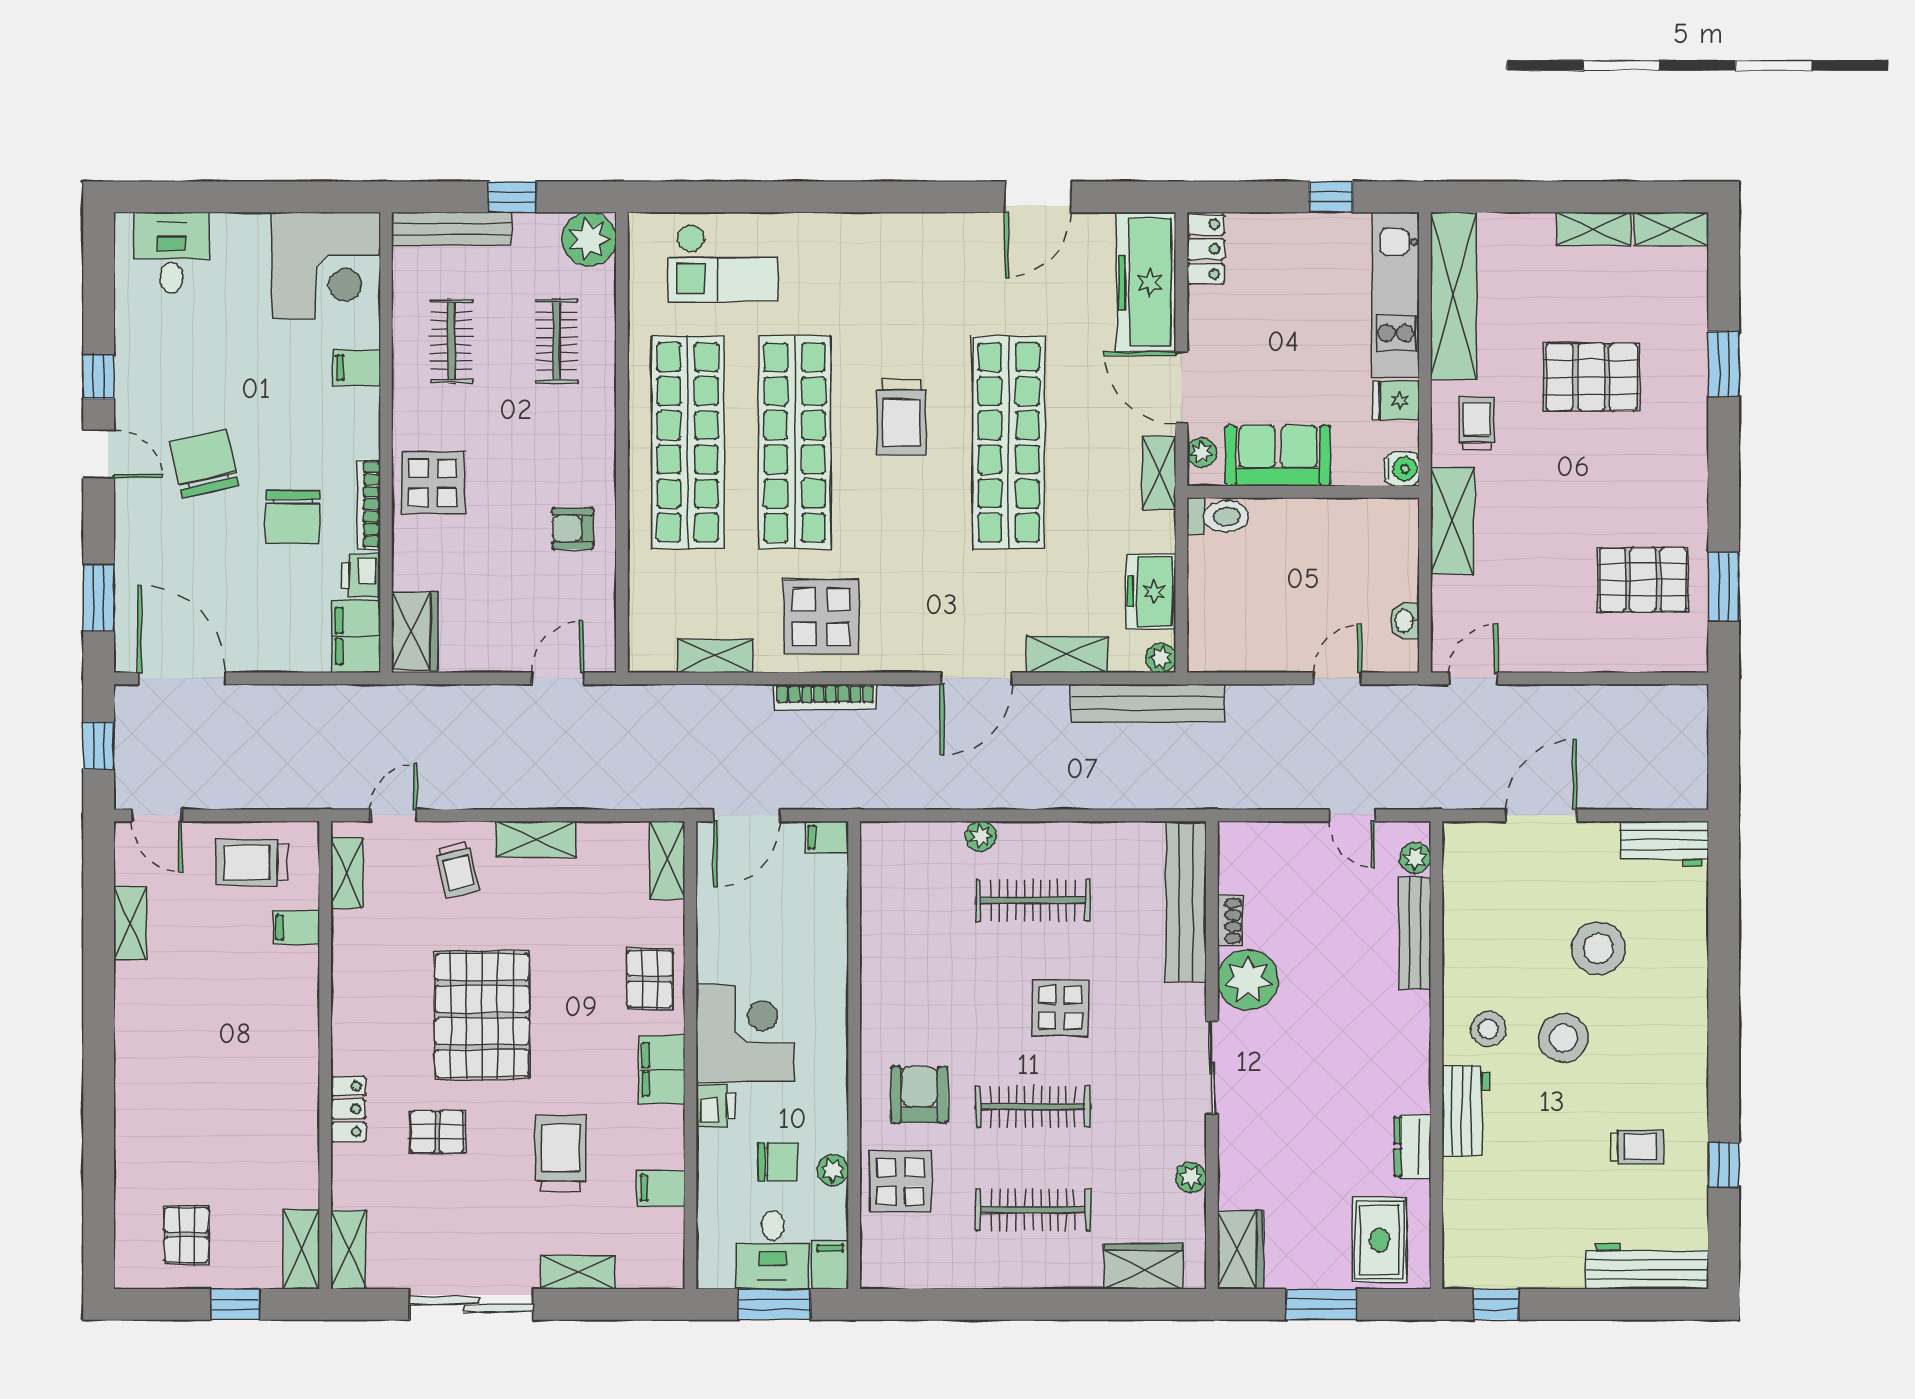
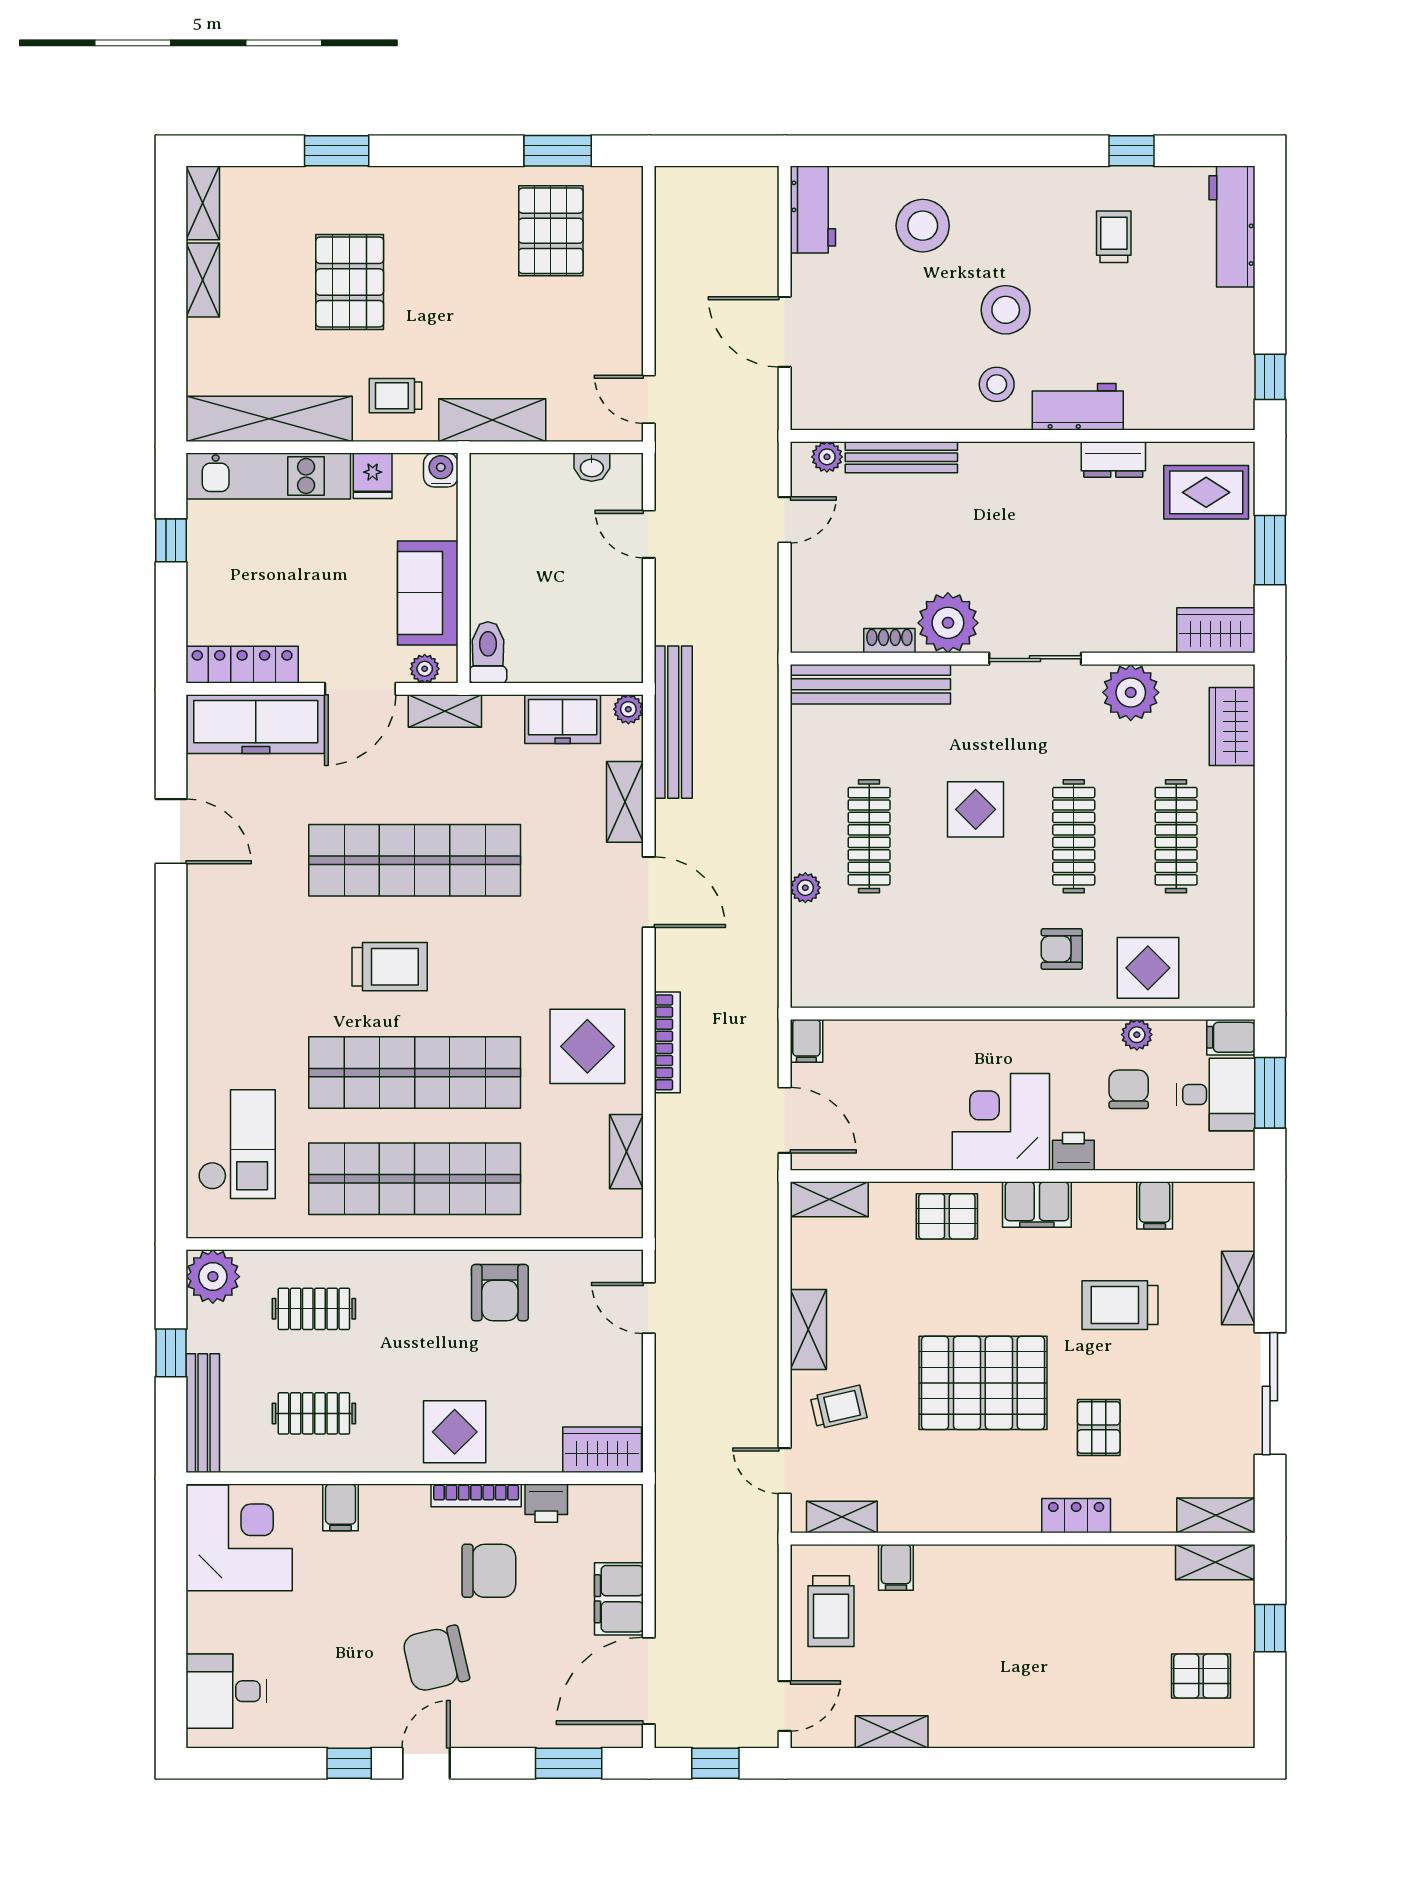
locker: (1206, 249) -> (242, 665), width x1.53
armchair: (573, 528) -> (500, 1293), width x1.38, depth x1.38
filing cabinet: (356, 636) -> (619, 1599), moved, turned 90
stool: (1598, 948) -> (923, 226), moved
armchair: (919, 1095) -> (1062, 949), width x0.72, depth x0.72
plant: (1191, 1177) -> (1131, 692), width x1.88, depth x1.88

